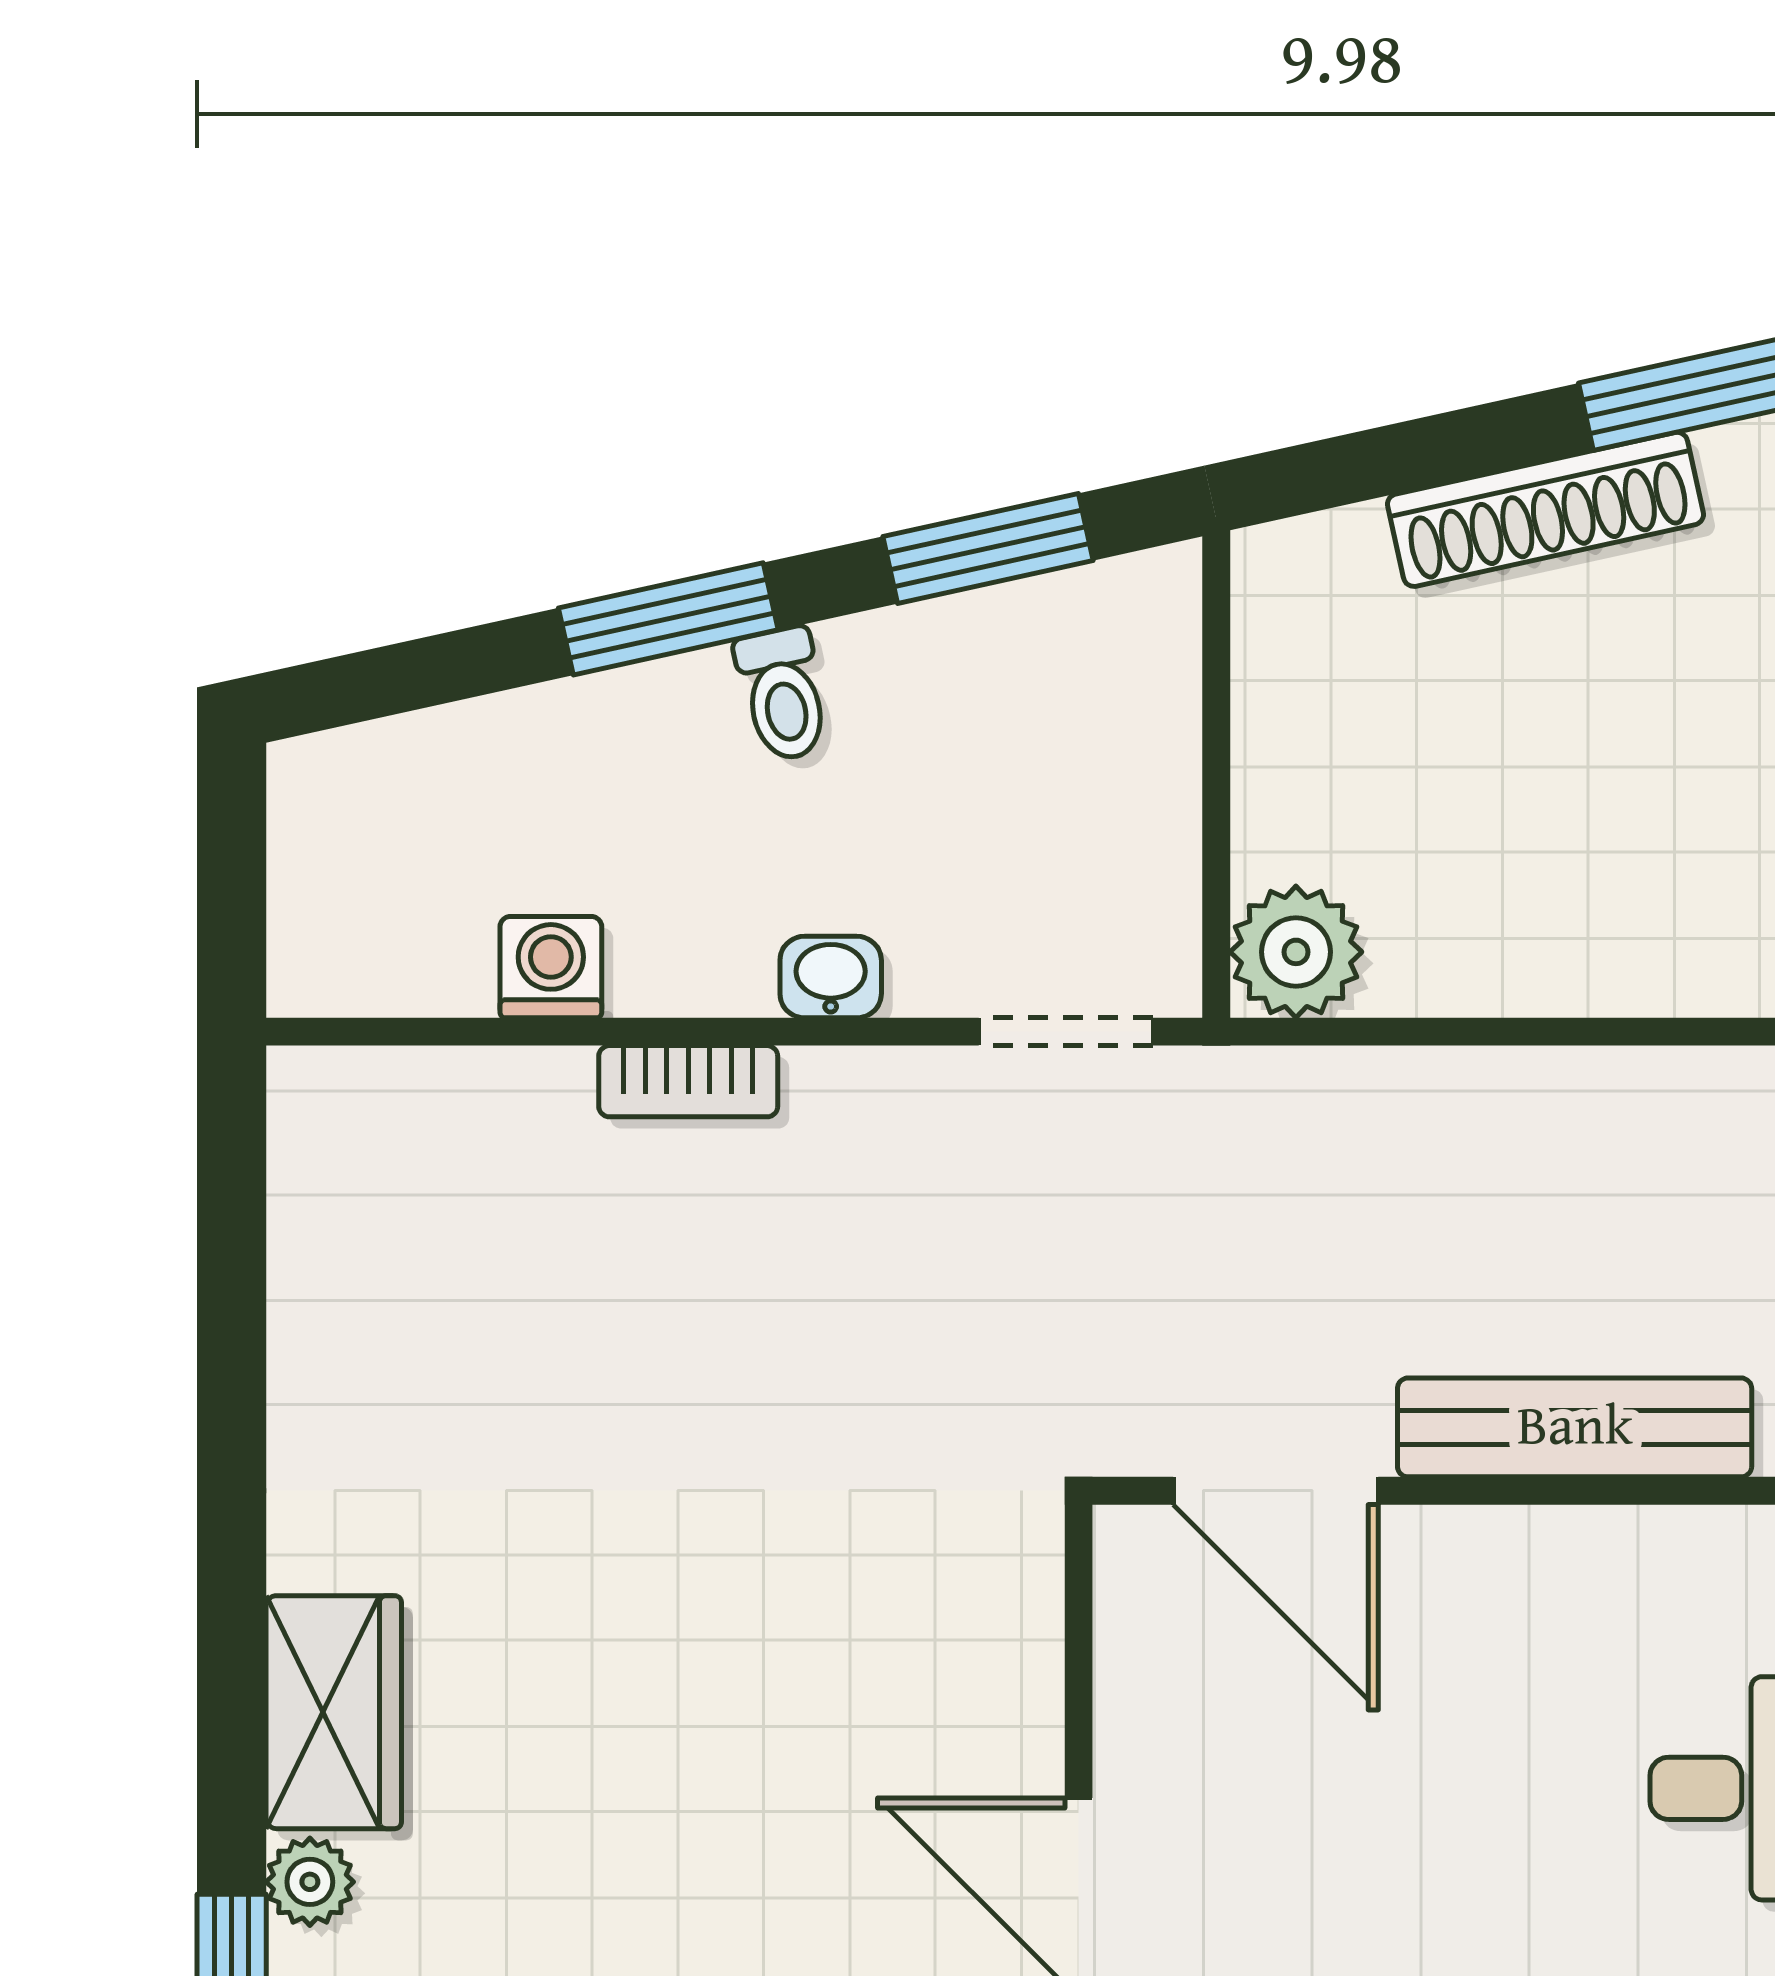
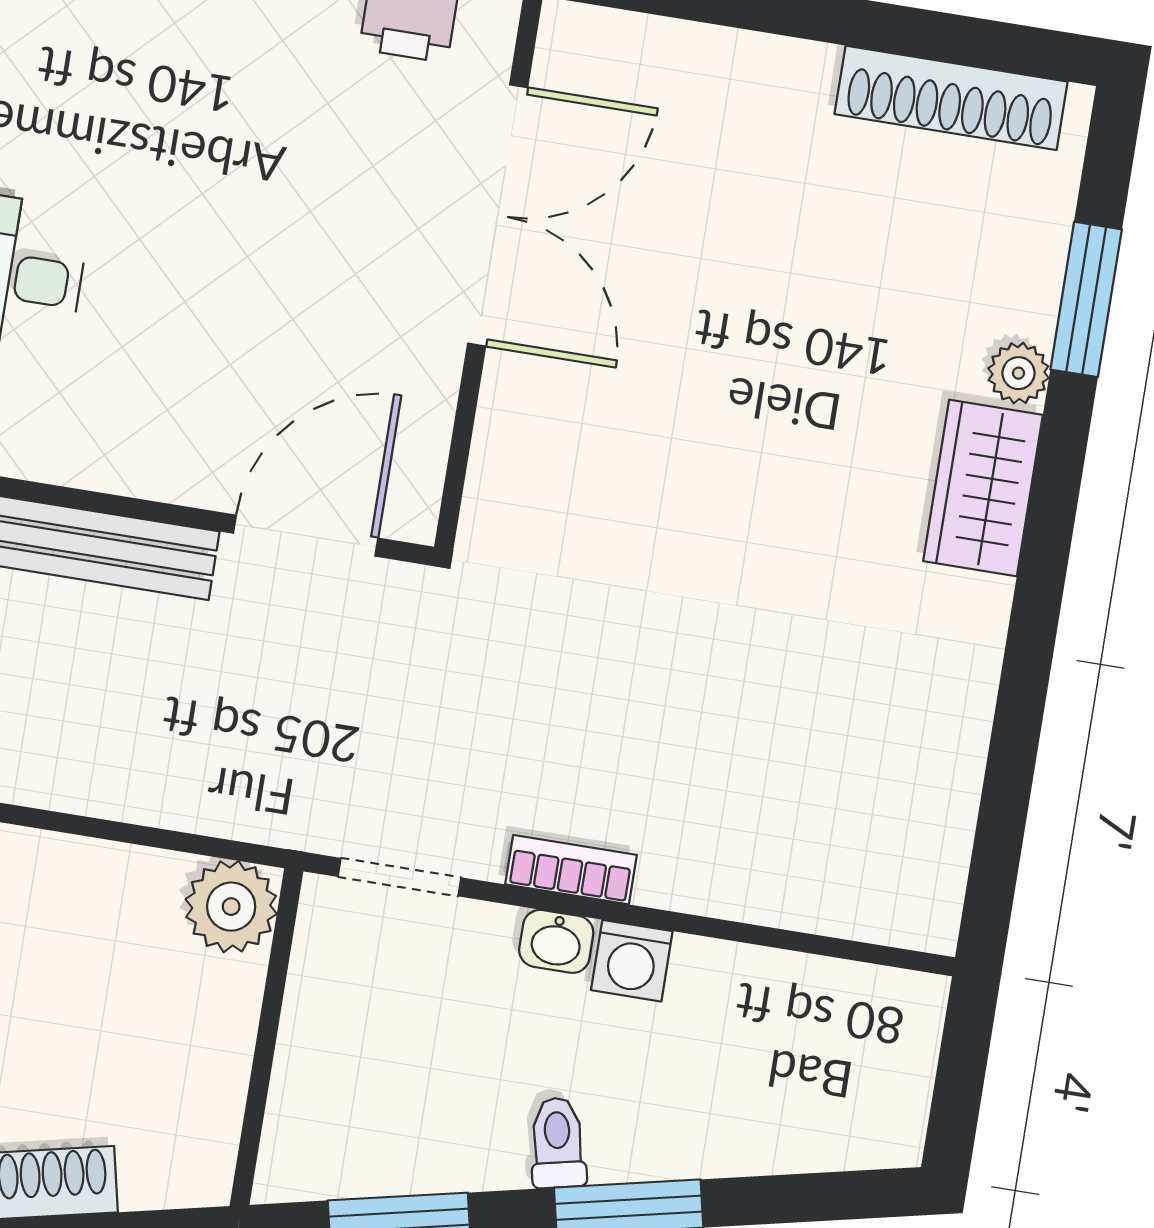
washing machine: (551, 967) -> (632, 961), moved
bookcase: (688, 1081) -> (571, 870), moved
door: (1276, 1491) -> (306, 536), hinge flipped

